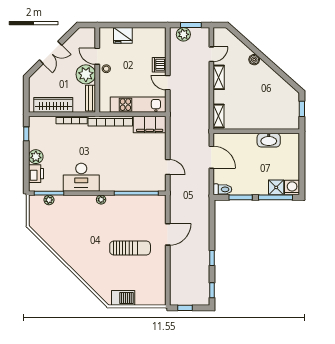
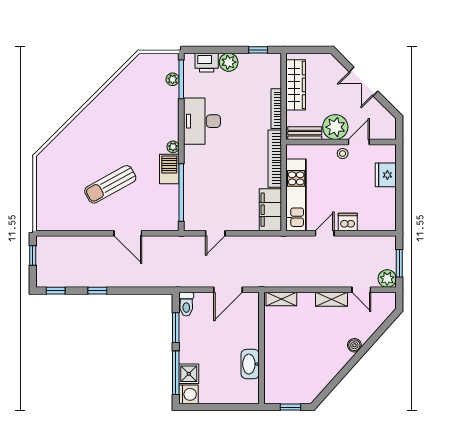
plant: (183, 34) -> (387, 279), moved
sun lounger: (130, 248) -> (110, 184), turned 61
barbecue: (123, 298) -> (169, 169), moved, turned 180

